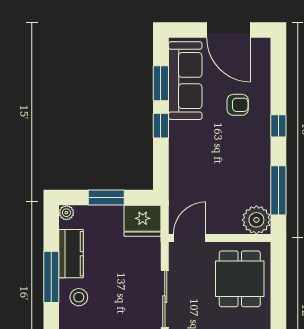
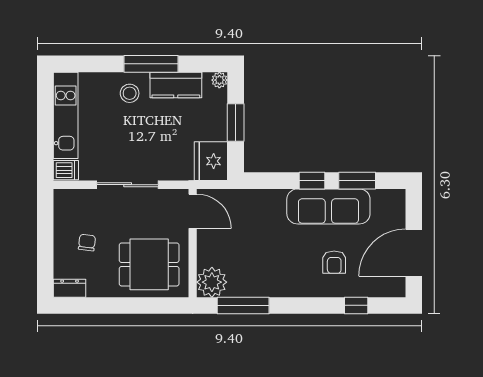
sofa: (185, 81) -> (328, 206), moved
window: (278, 126) -> (356, 305), moved

